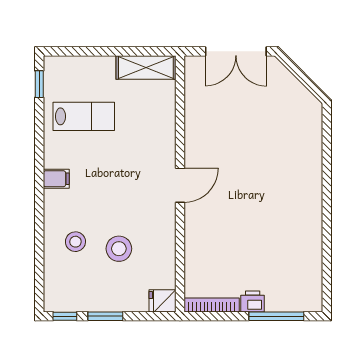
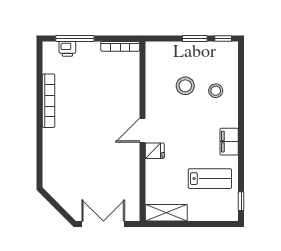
lab bench: (84, 116) -> (210, 179), turned 180
filing cabinet: (56, 179) -> (229, 142), width x2.00
bookcase: (314, 227) -> (48, 101), added
fridge: (162, 301) -> (155, 151), moved
printer: (253, 301) -> (67, 49), moved

